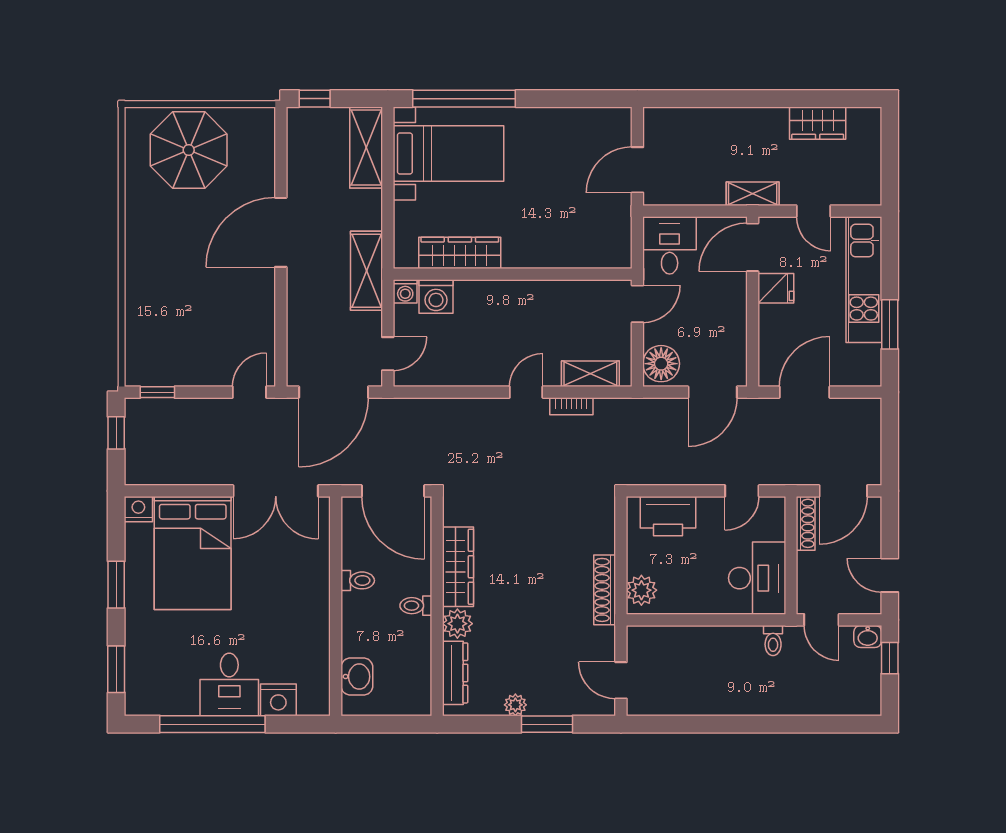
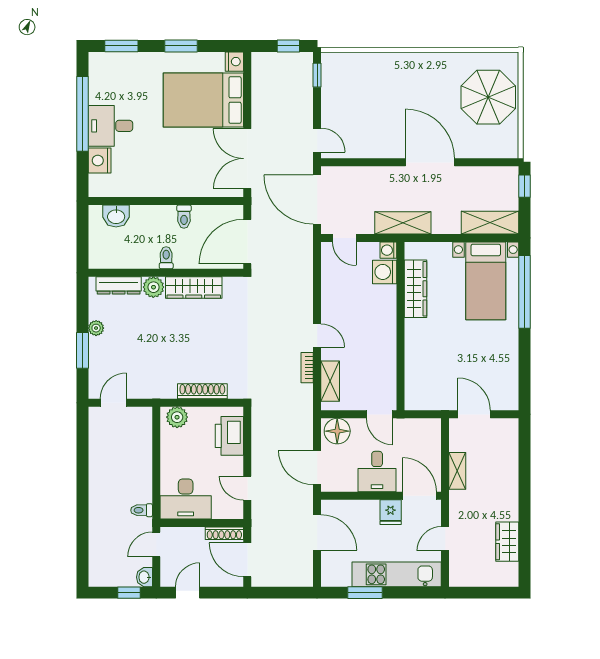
shelving: (753, 194) -> (457, 471), moved
desk: (670, 245) -> (377, 472), moved, turned 90
shoe rack: (605, 590) -> (202, 391), moved

